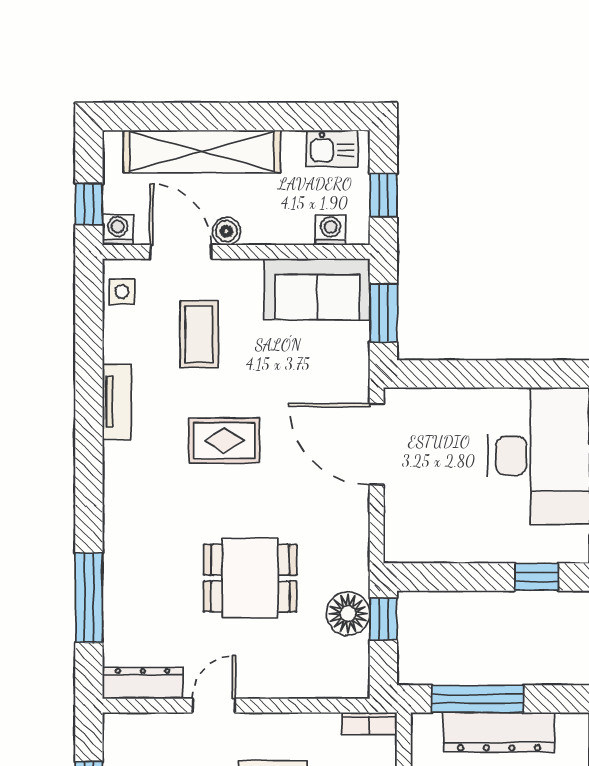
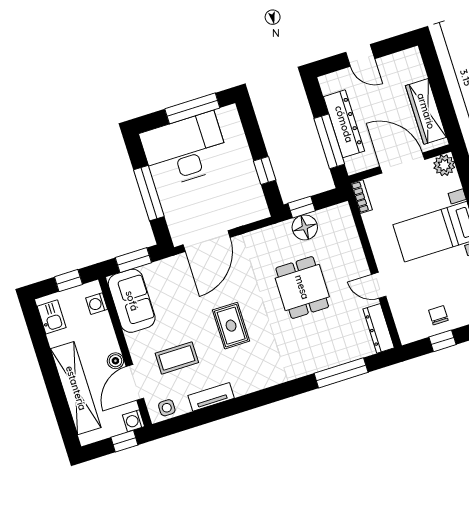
window: (486, 374) -> (149, 193), added
tv unit: (117, 402) -> (211, 397), moved
window: (537, 577) -> (265, 170), moved

